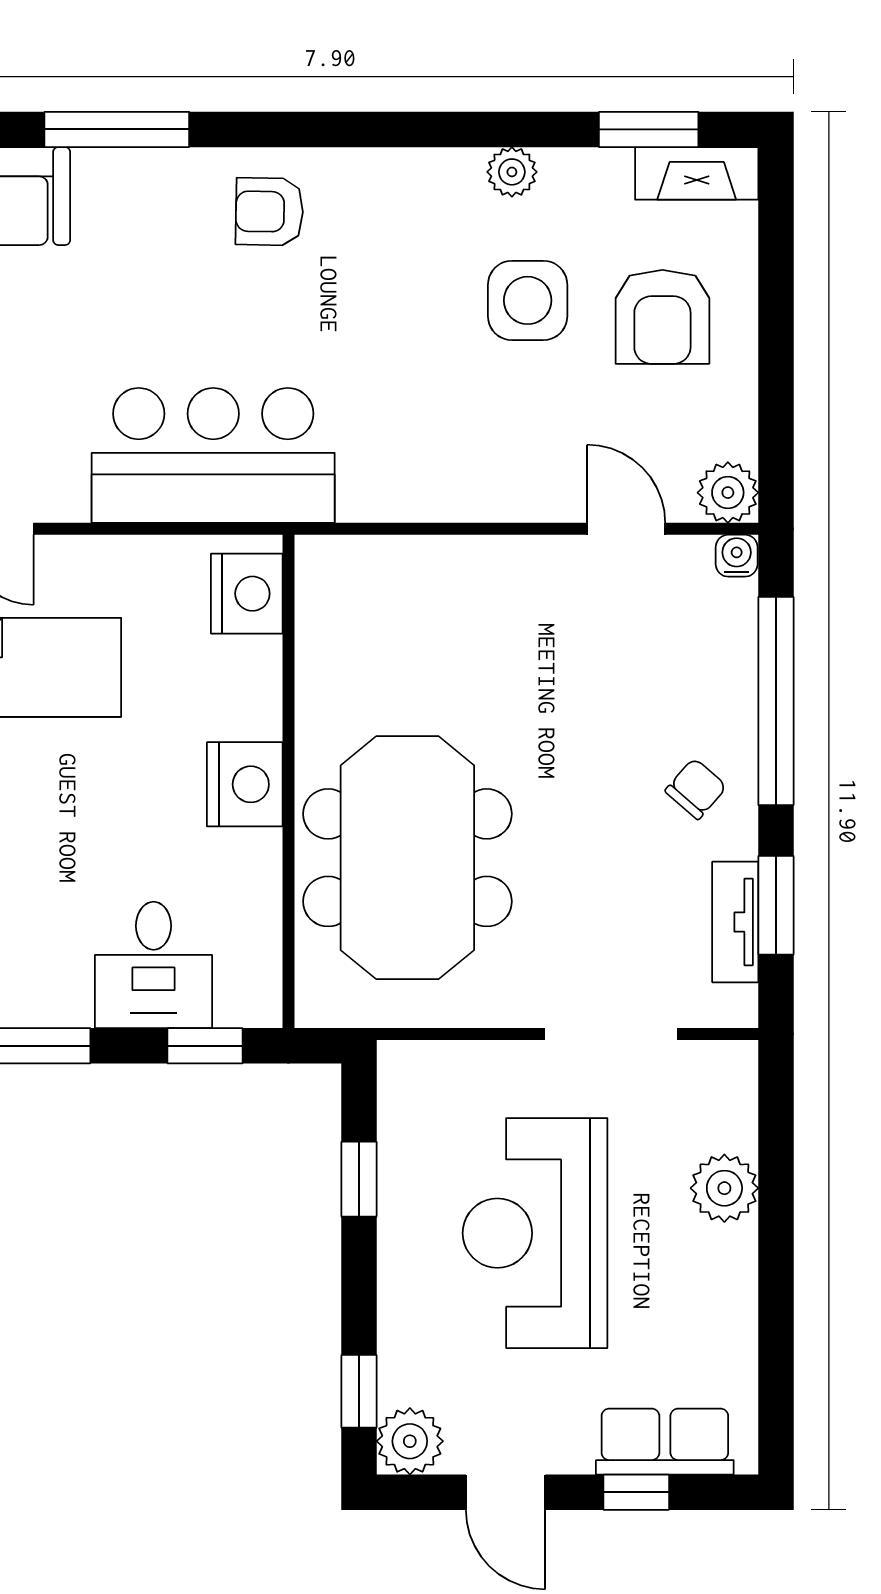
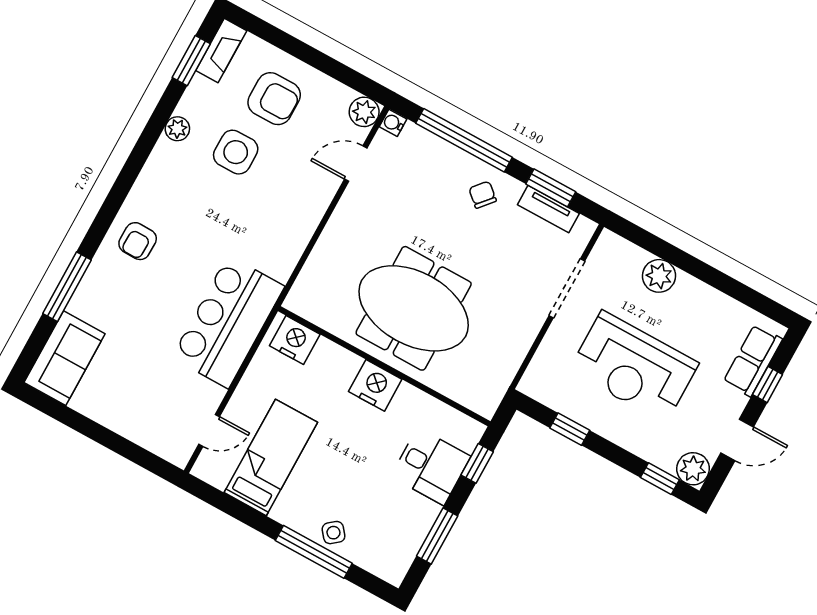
meeting table: (407, 858) -> (414, 308), moved

